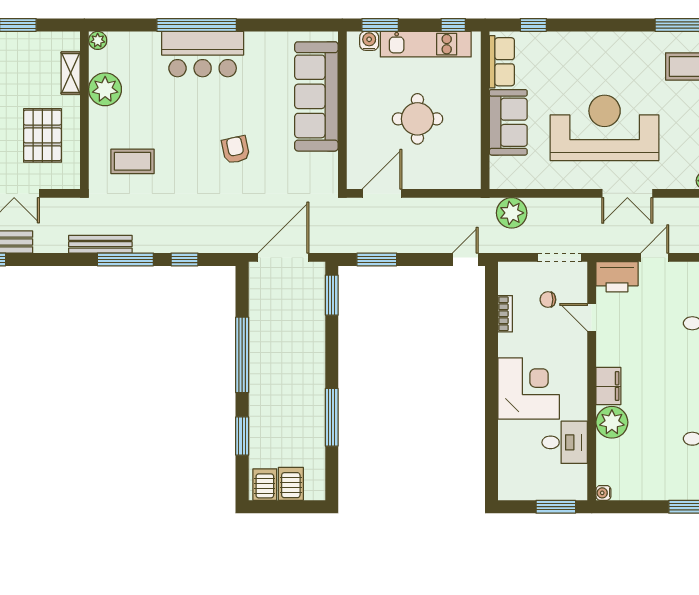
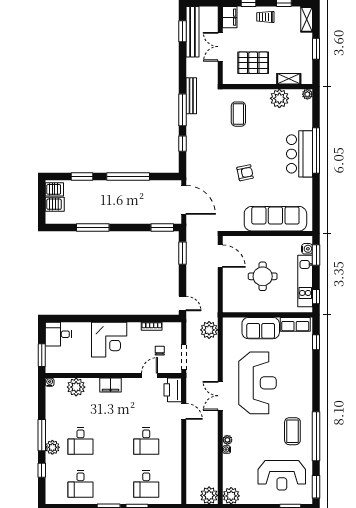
plant: (612, 422) -> (76, 387), moved
desk: (565, 442) -> (58, 334), moved, turned 90

